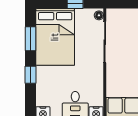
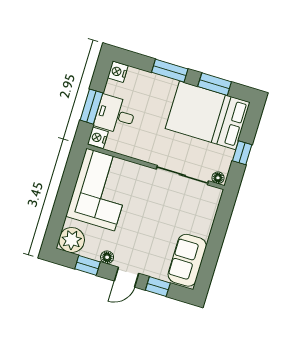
window: (31, 75) -> (170, 71), width x1.50

